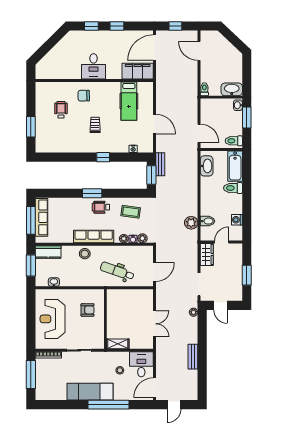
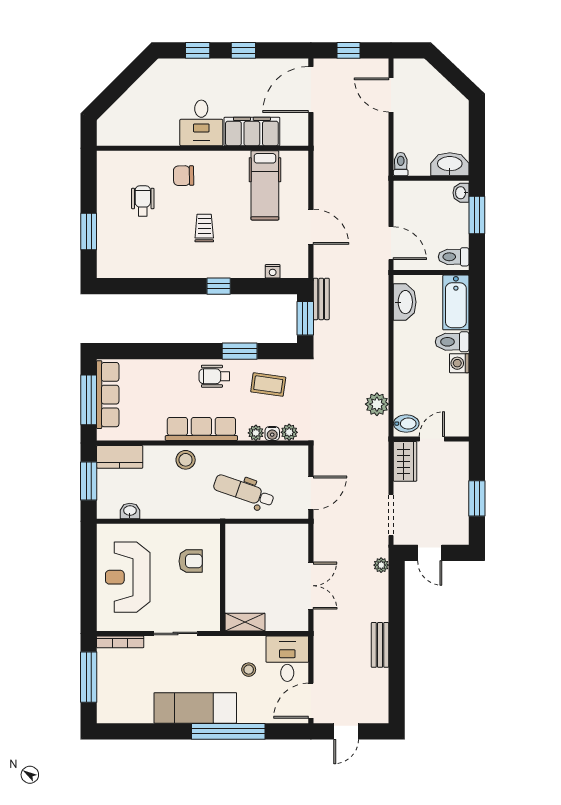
filing cabinet: (138, 71) -> (252, 131), moved
window: (92, 193) -> (240, 351), moved
washing machine: (237, 220) -> (459, 363), moved
bidet: (207, 221) -> (406, 424), moved

